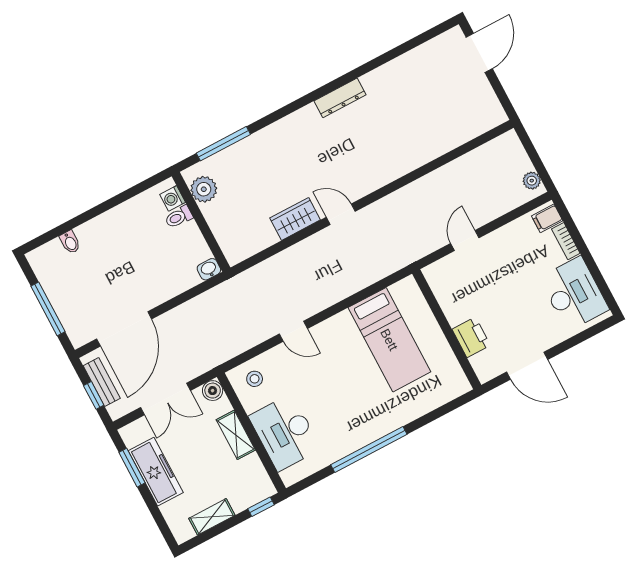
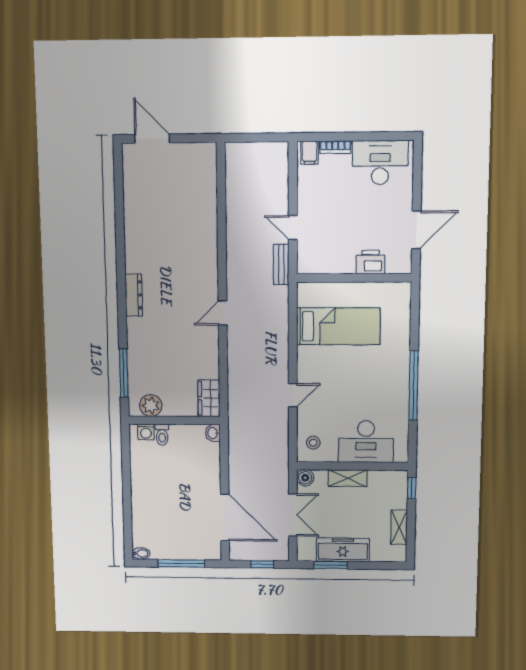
dresser: (340, 98) -> (134, 295), moved
plant: (532, 181) -> (274, 149), removed
wardrobe: (295, 219) -> (209, 398), moved
bidet: (70, 242) -> (141, 553), moved
bench: (102, 382) -> (281, 264), moved, turned 90

